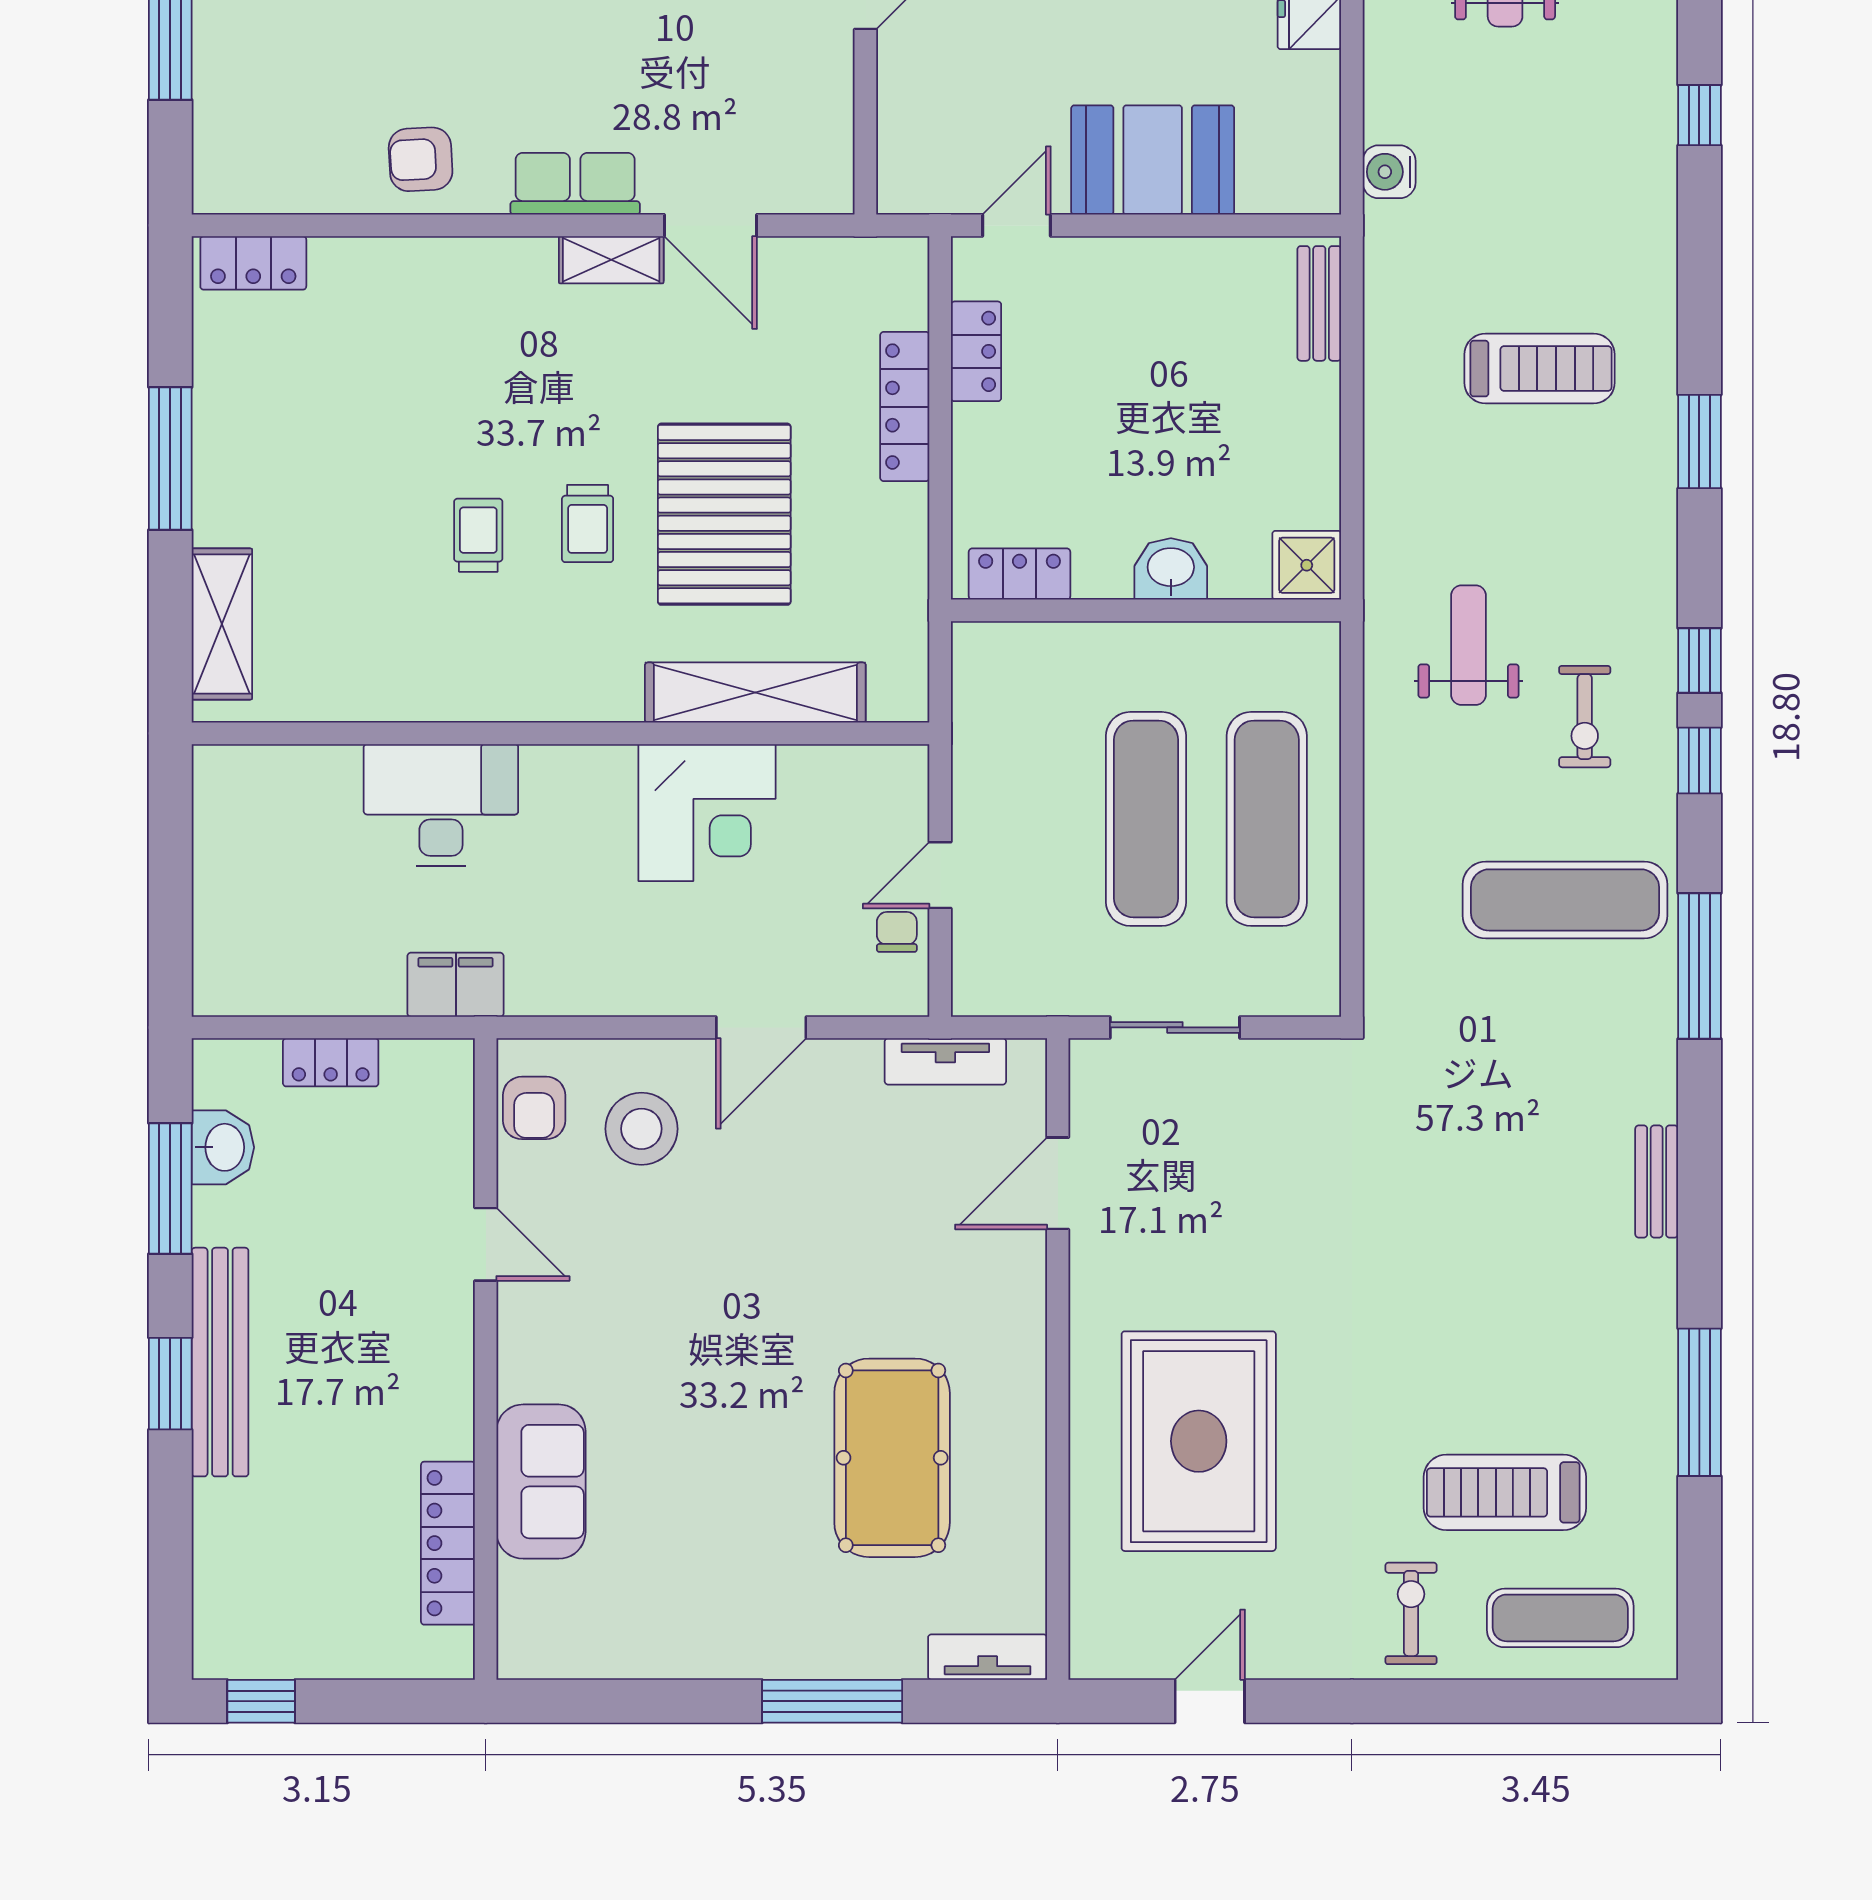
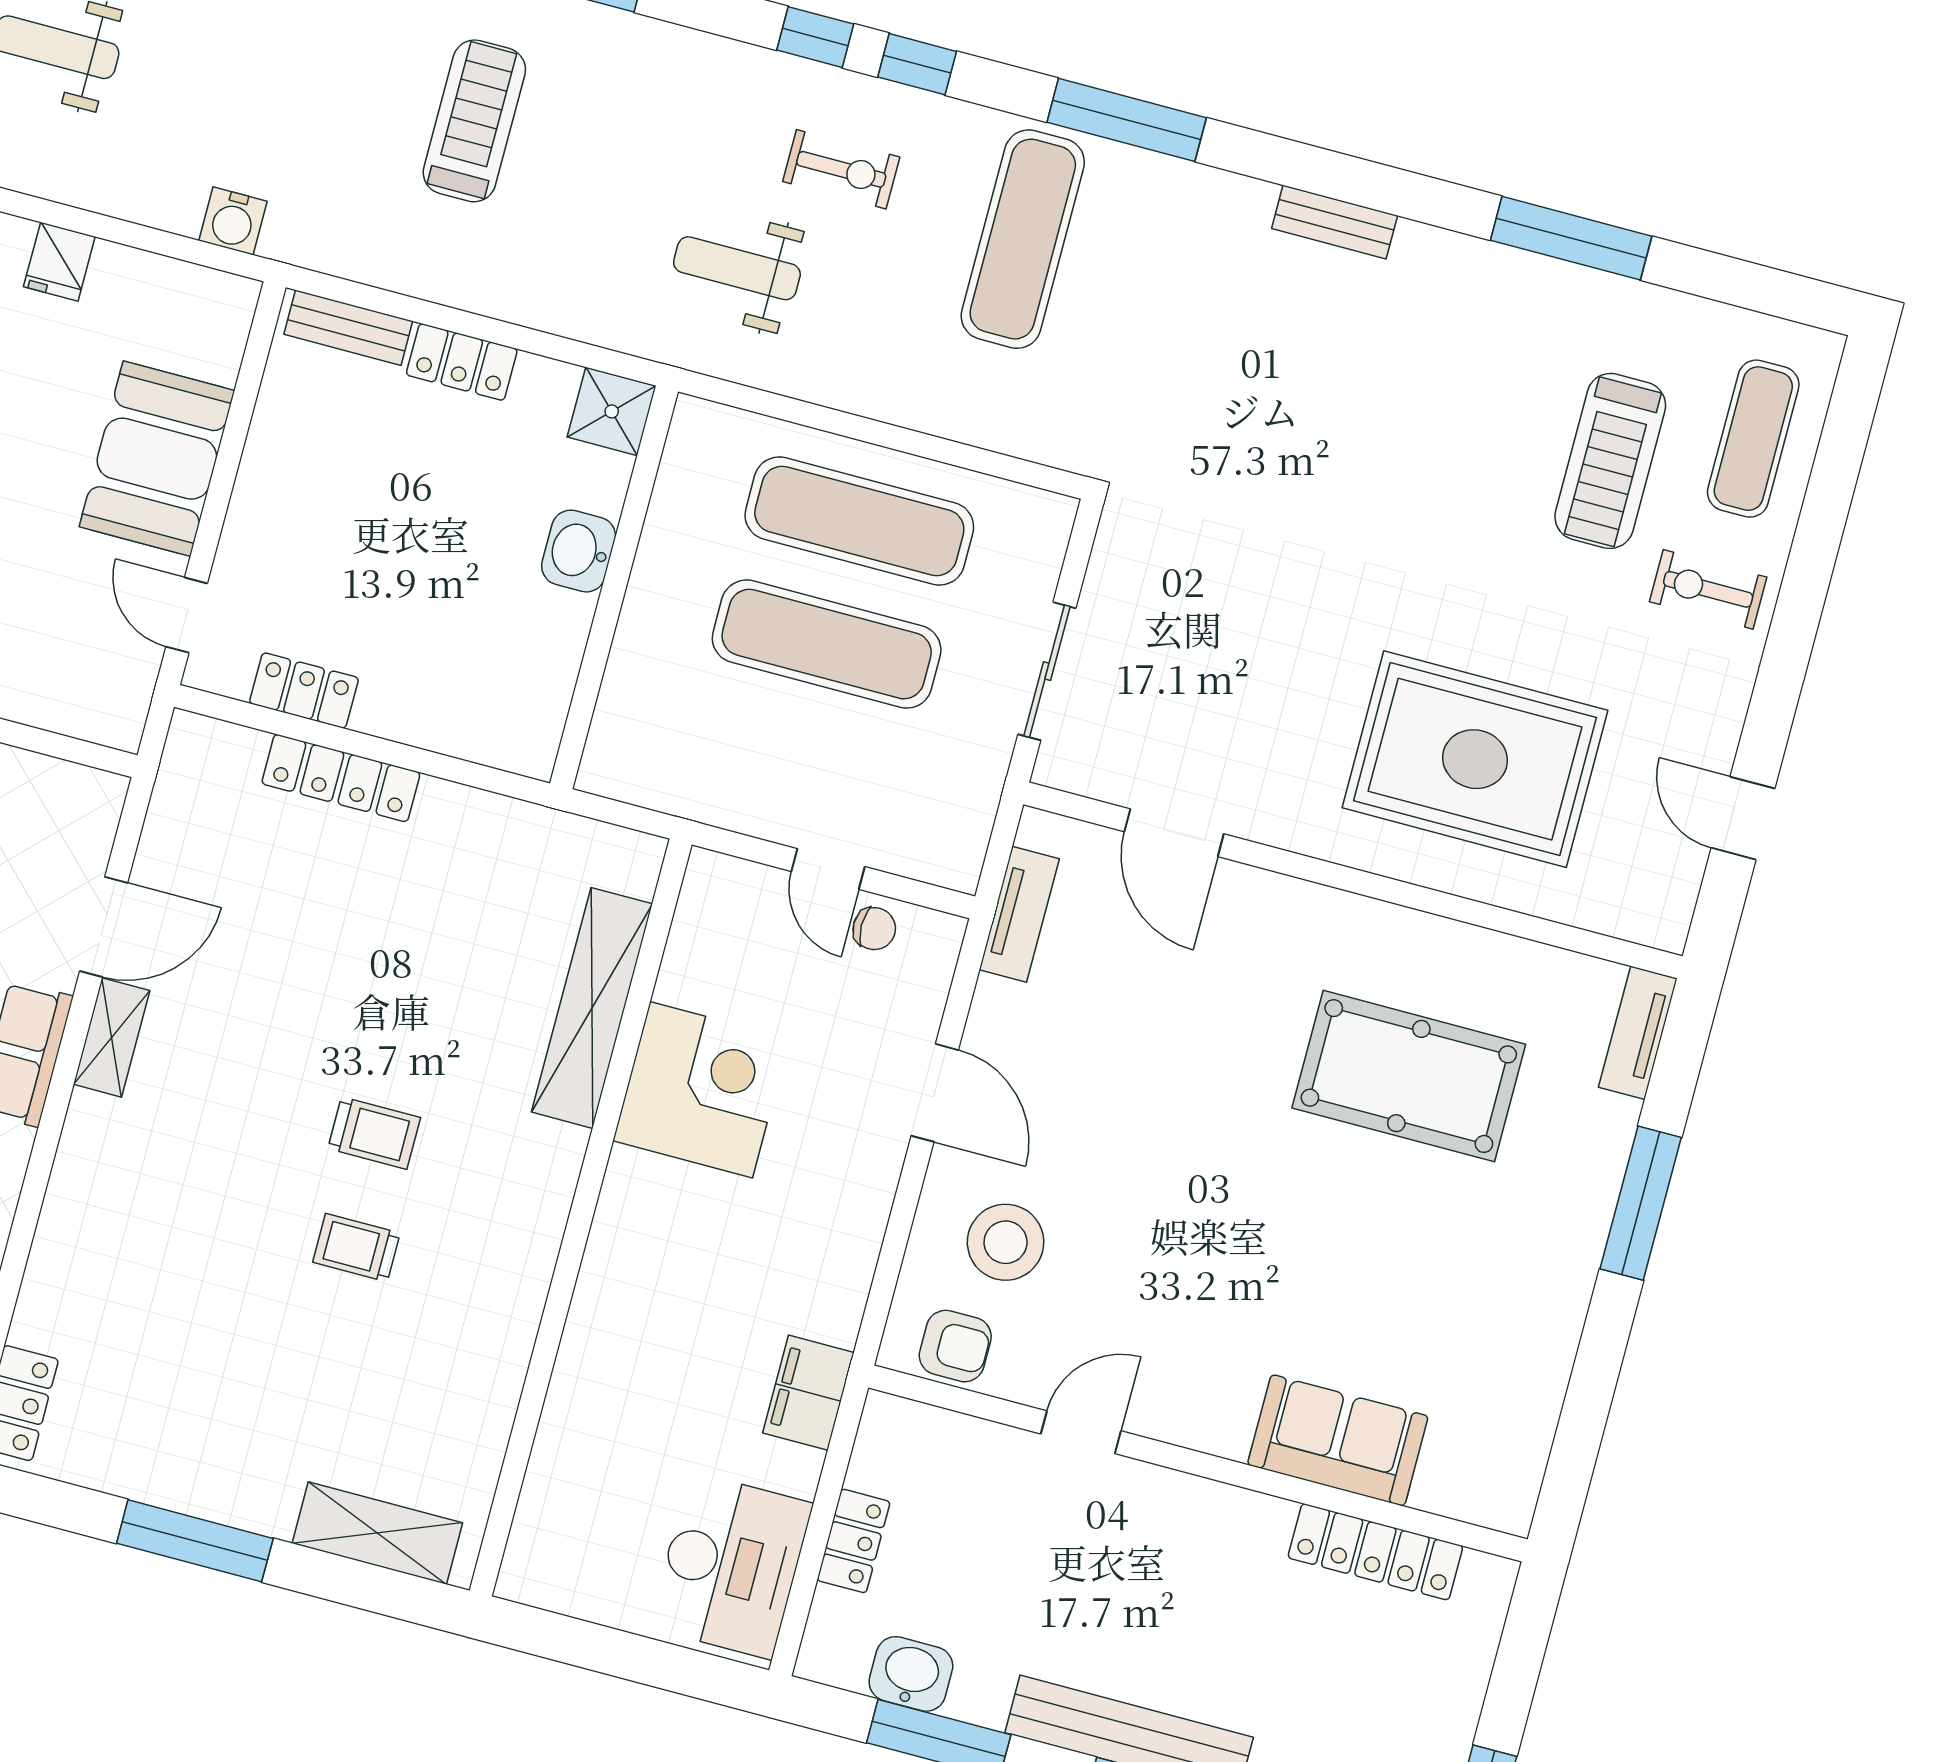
pallet: (724, 514) -> (402, 991), removed
locker: (1020, 574) -> (462, 362), moved, turned -90
desk: (441, 805) -> (731, 1565), moved, turned 180
chair: (897, 932) -> (874, 929), turned 180

